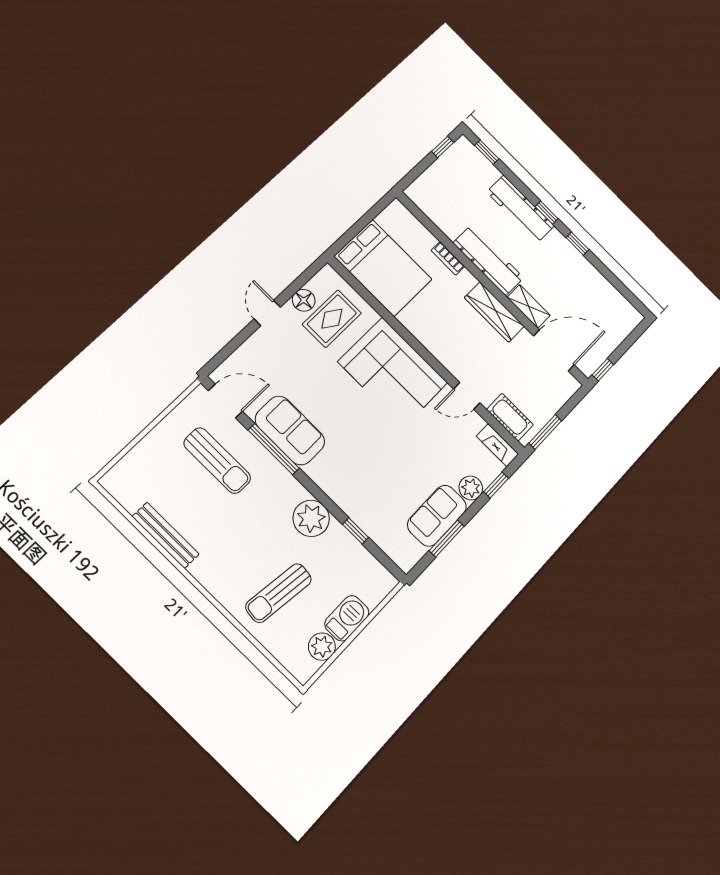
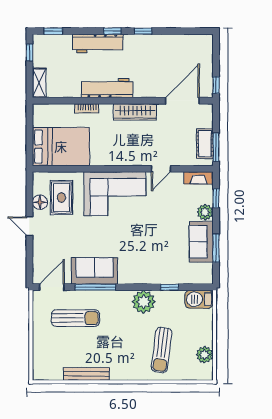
shelving: (529, 306) -> (39, 83), moved, turned 90
cot: (510, 417) -> (205, 144), moved, turned 90
barbecue: (347, 618) -> (199, 299), moved, turned -90

